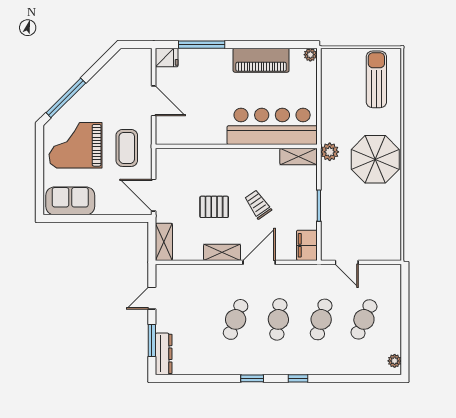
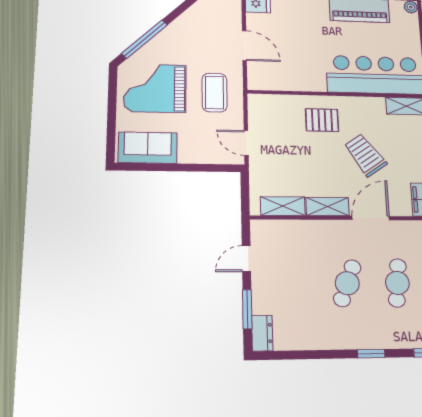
door: (154, 195) -> (246, 143), width x0.73
trolley: (258, 204) -> (365, 155), width x1.36, depth x1.39
pallet: (214, 207) -> (322, 120), moved
shelving: (164, 242) -> (283, 206), moved, turned 90
dresser: (164, 354) -> (262, 333), width x0.70

